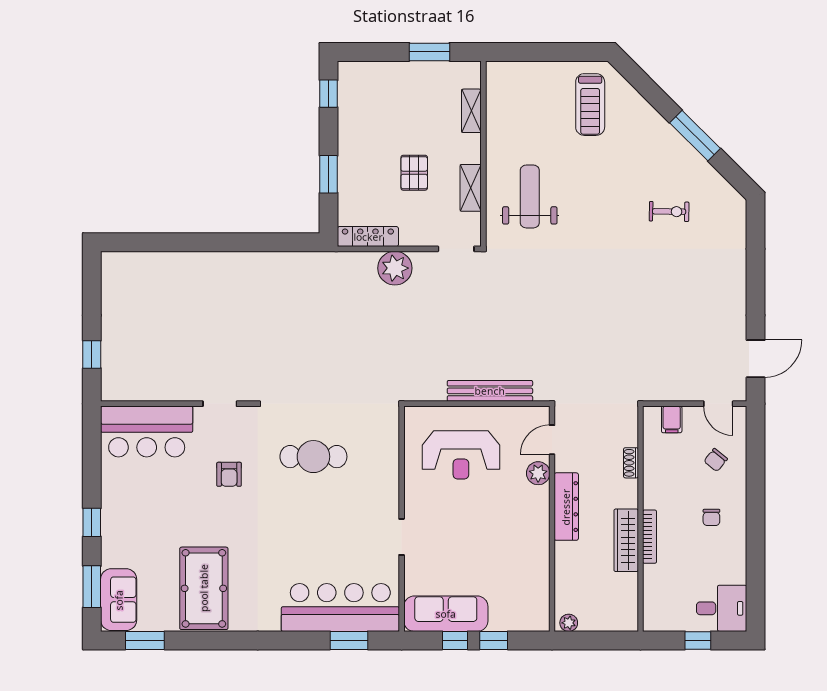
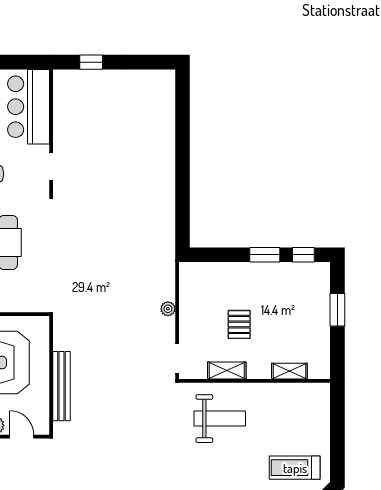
window: (429, 52) -> (337, 310), moved
pallet: (414, 173) -> (239, 324), turned 90
window: (329, 174) -> (265, 255), moved
locker: (368, 237) -> (187, 287), removed
plant: (395, 268) -> (168, 309), width x0.53, depth x0.53

